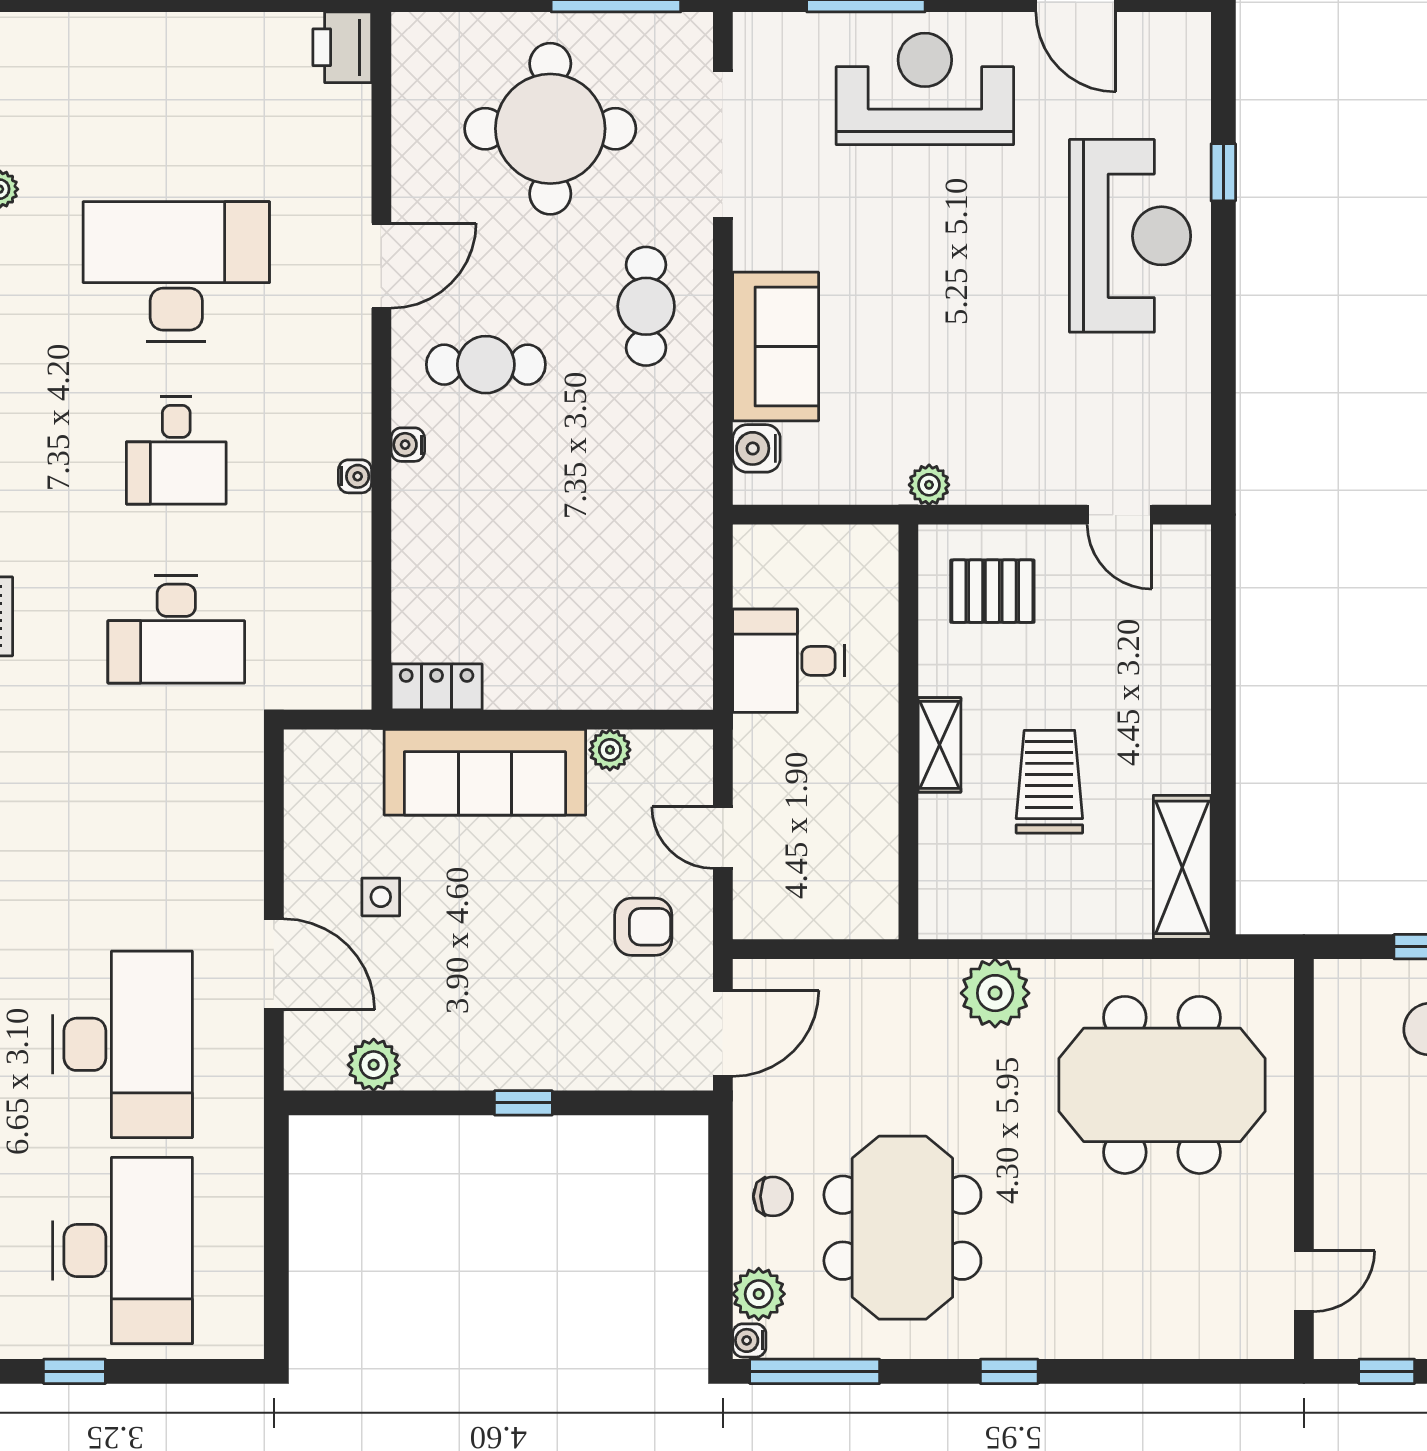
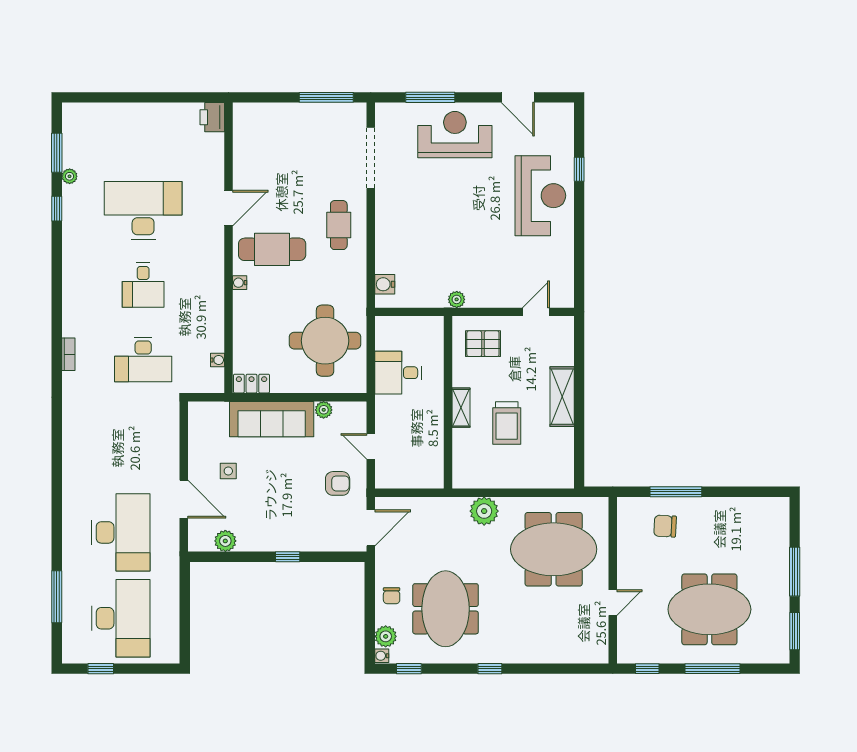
round table: (550, 129) -> (325, 341), moved
sofa: (776, 347) -> (393, 242), removed
cafe table: (486, 365) -> (272, 249), width x1.37, depth x1.35
water cooler: (355, 476) -> (218, 360), moved
door: (1120, 515) -> (536, 312), swing flipped
trolley: (1049, 782) -> (507, 423), turned 180
shelving: (1182, 867) -> (562, 397), moved
chair: (773, 1196) -> (392, 596), turned 90
door: (1304, 1281) -> (613, 603), moved
window: (815, 1371) -> (409, 669), width x0.46

